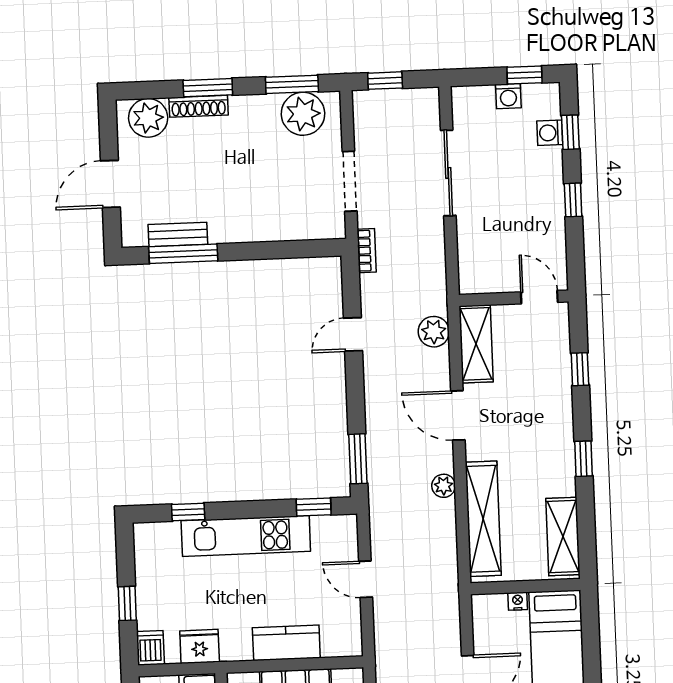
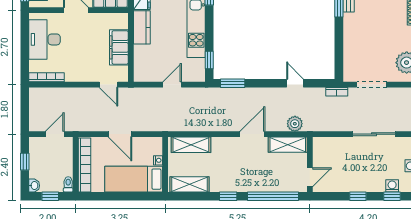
window: (580, 369) -> (273, 196), width x3.17
plant: (444, 486) -> (217, 126), removed
shelving: (483, 519) -> (191, 145), width x0.68
kitchen counter: (286, 643) -> (142, 27), moved

